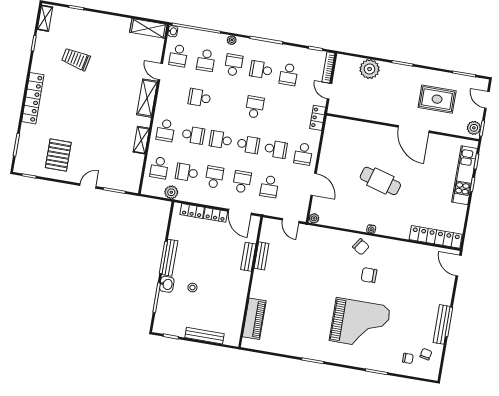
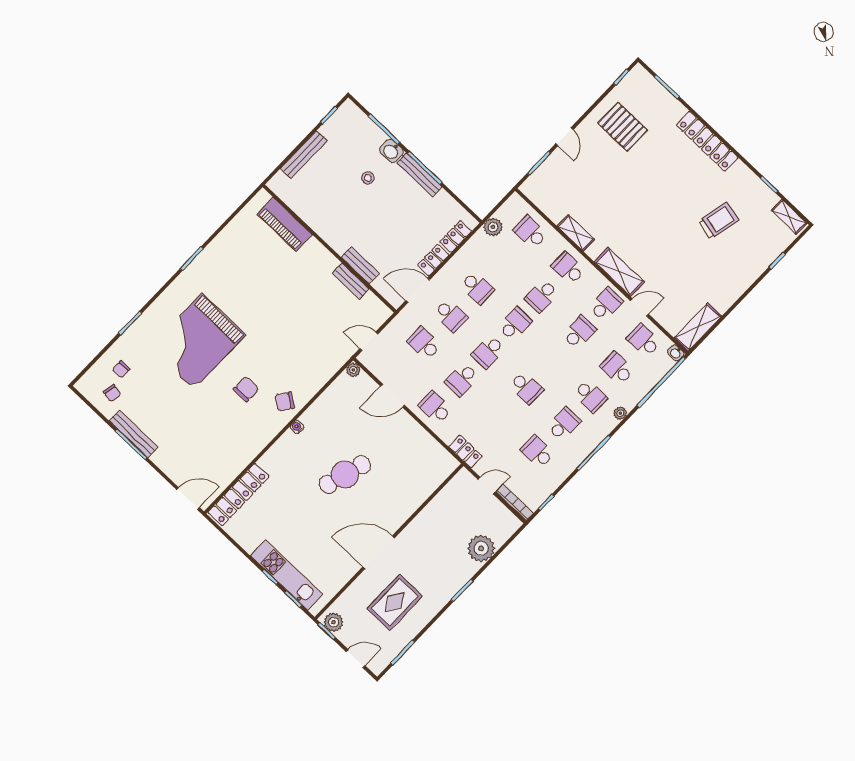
school desk: (187, 172) -> (606, 304), moved

